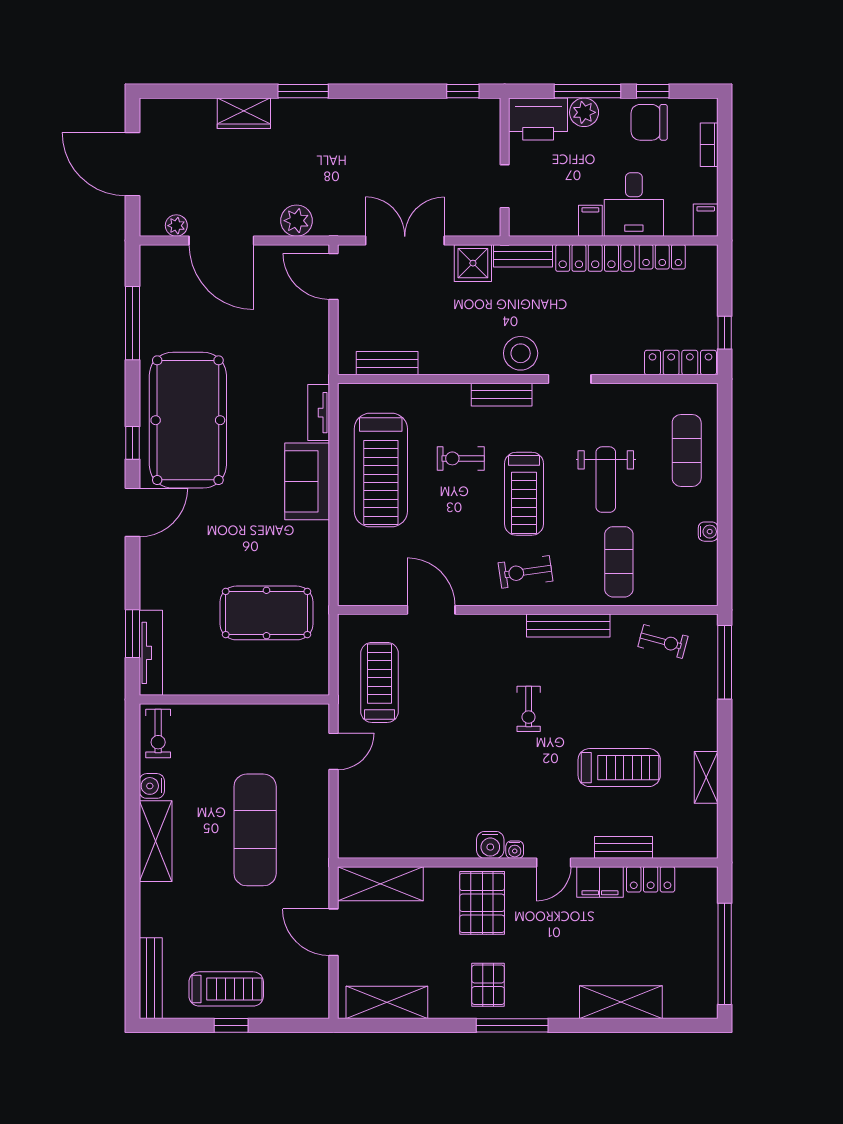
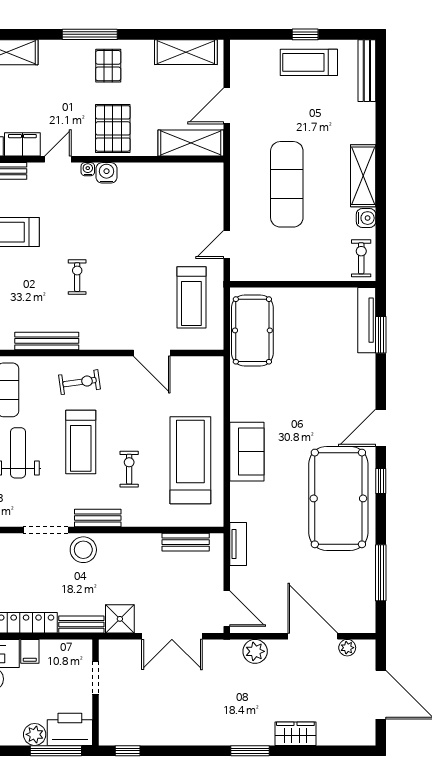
window: (588, 91) -> (56, 751), moved
doorway: (570, 379) -> (46, 530), width x1.38
tv unit: (319, 413) -> (238, 544), moved
exercise bike: (461, 458) -> (129, 469), turned -90
treadmill: (524, 494) -> (81, 442), turned 180
pool table: (266, 613) -> (252, 330), moved, turned 90
door: (334, 932) -> (227, 106), swing flipped

